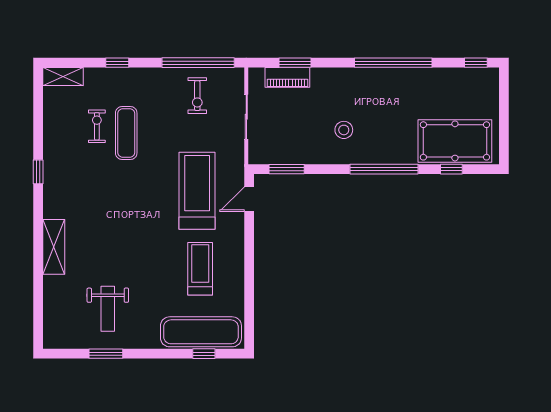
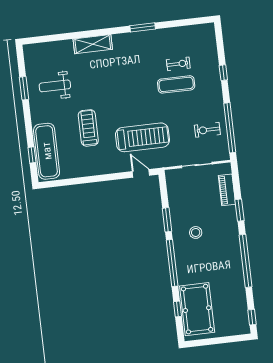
window: (295, 63) -> (239, 210), moved
shelving: (63, 77) -> (210, 37), removed
window: (287, 169) -> (167, 220), moved
window: (38, 172) -> (143, 27), width x1.50
treadmill: (200, 269) -> (88, 128), moved, turned -90

